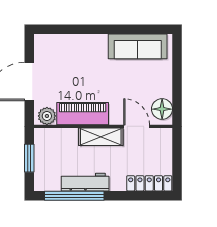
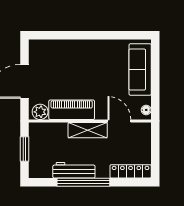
sofa: (138, 46) -> (140, 70), moved, turned 90
floor lamp: (162, 109) -> (146, 110), width x0.53, depth x0.53
window: (74, 196) -> (83, 182), moved

